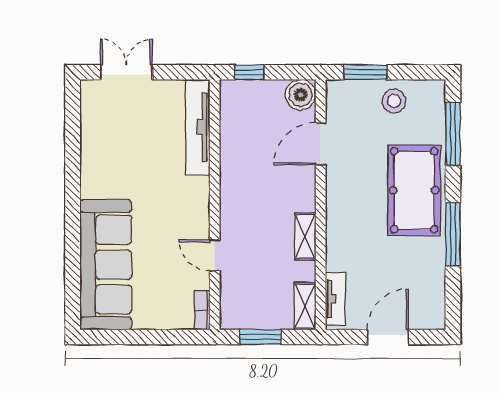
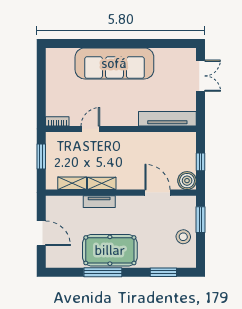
window: (249, 72) -> (200, 162), moved
window: (453, 134) -> (163, 272), width x0.69
pool table: (414, 190) -> (110, 250), moved
sofa: (106, 265) -> (114, 63), moved
tv unit: (335, 299) -> (99, 202), moved
shelving: (305, 306) -> (72, 183), moved

